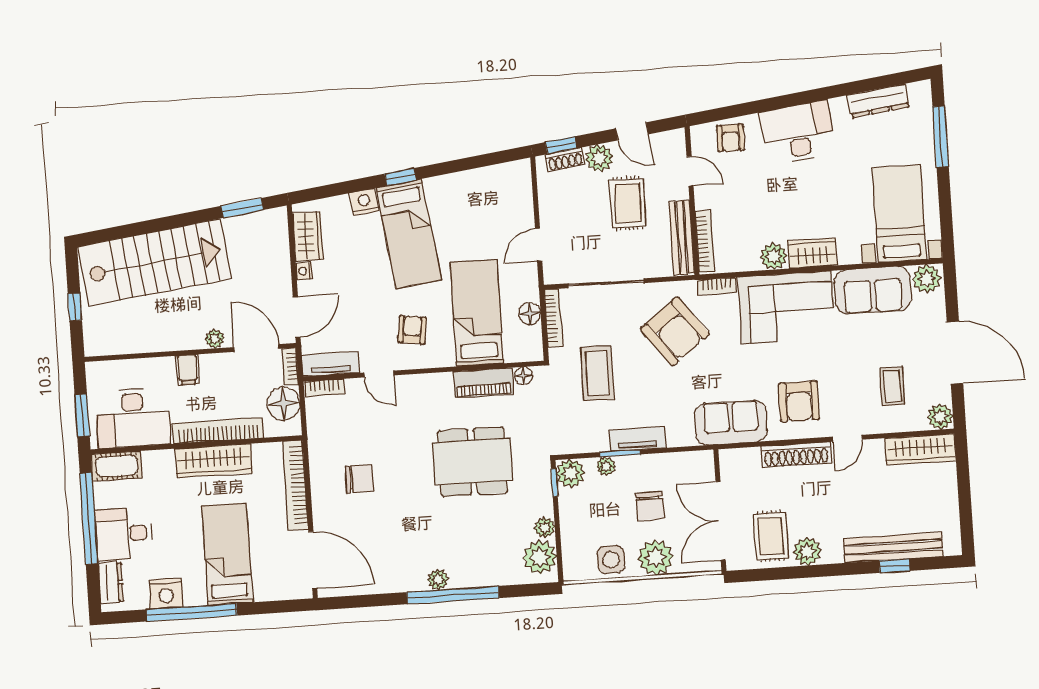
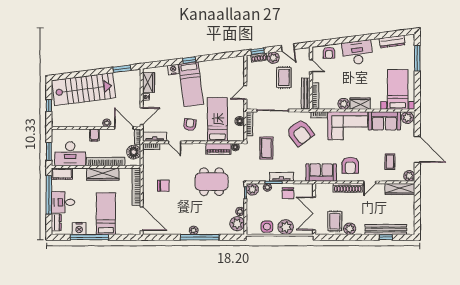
chair: (650, 506) -> (288, 193), moved

